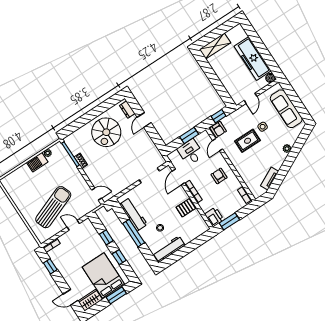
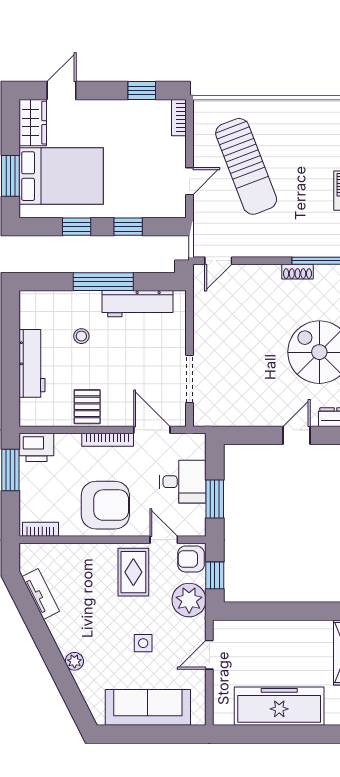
boiler: (270, 78) -> (223, 715), removed
door: (250, 98) -> (209, 655), hinge flipped
door: (144, 120) -> (297, 435), hinge flipped
plant: (235, 120) -> (189, 600), added
rug: (248, 141) -> (133, 572), moved
armchair: (219, 176) -> (105, 505), width x1.88, depth x1.88
workbench: (169, 249) -> (32, 363), moved

